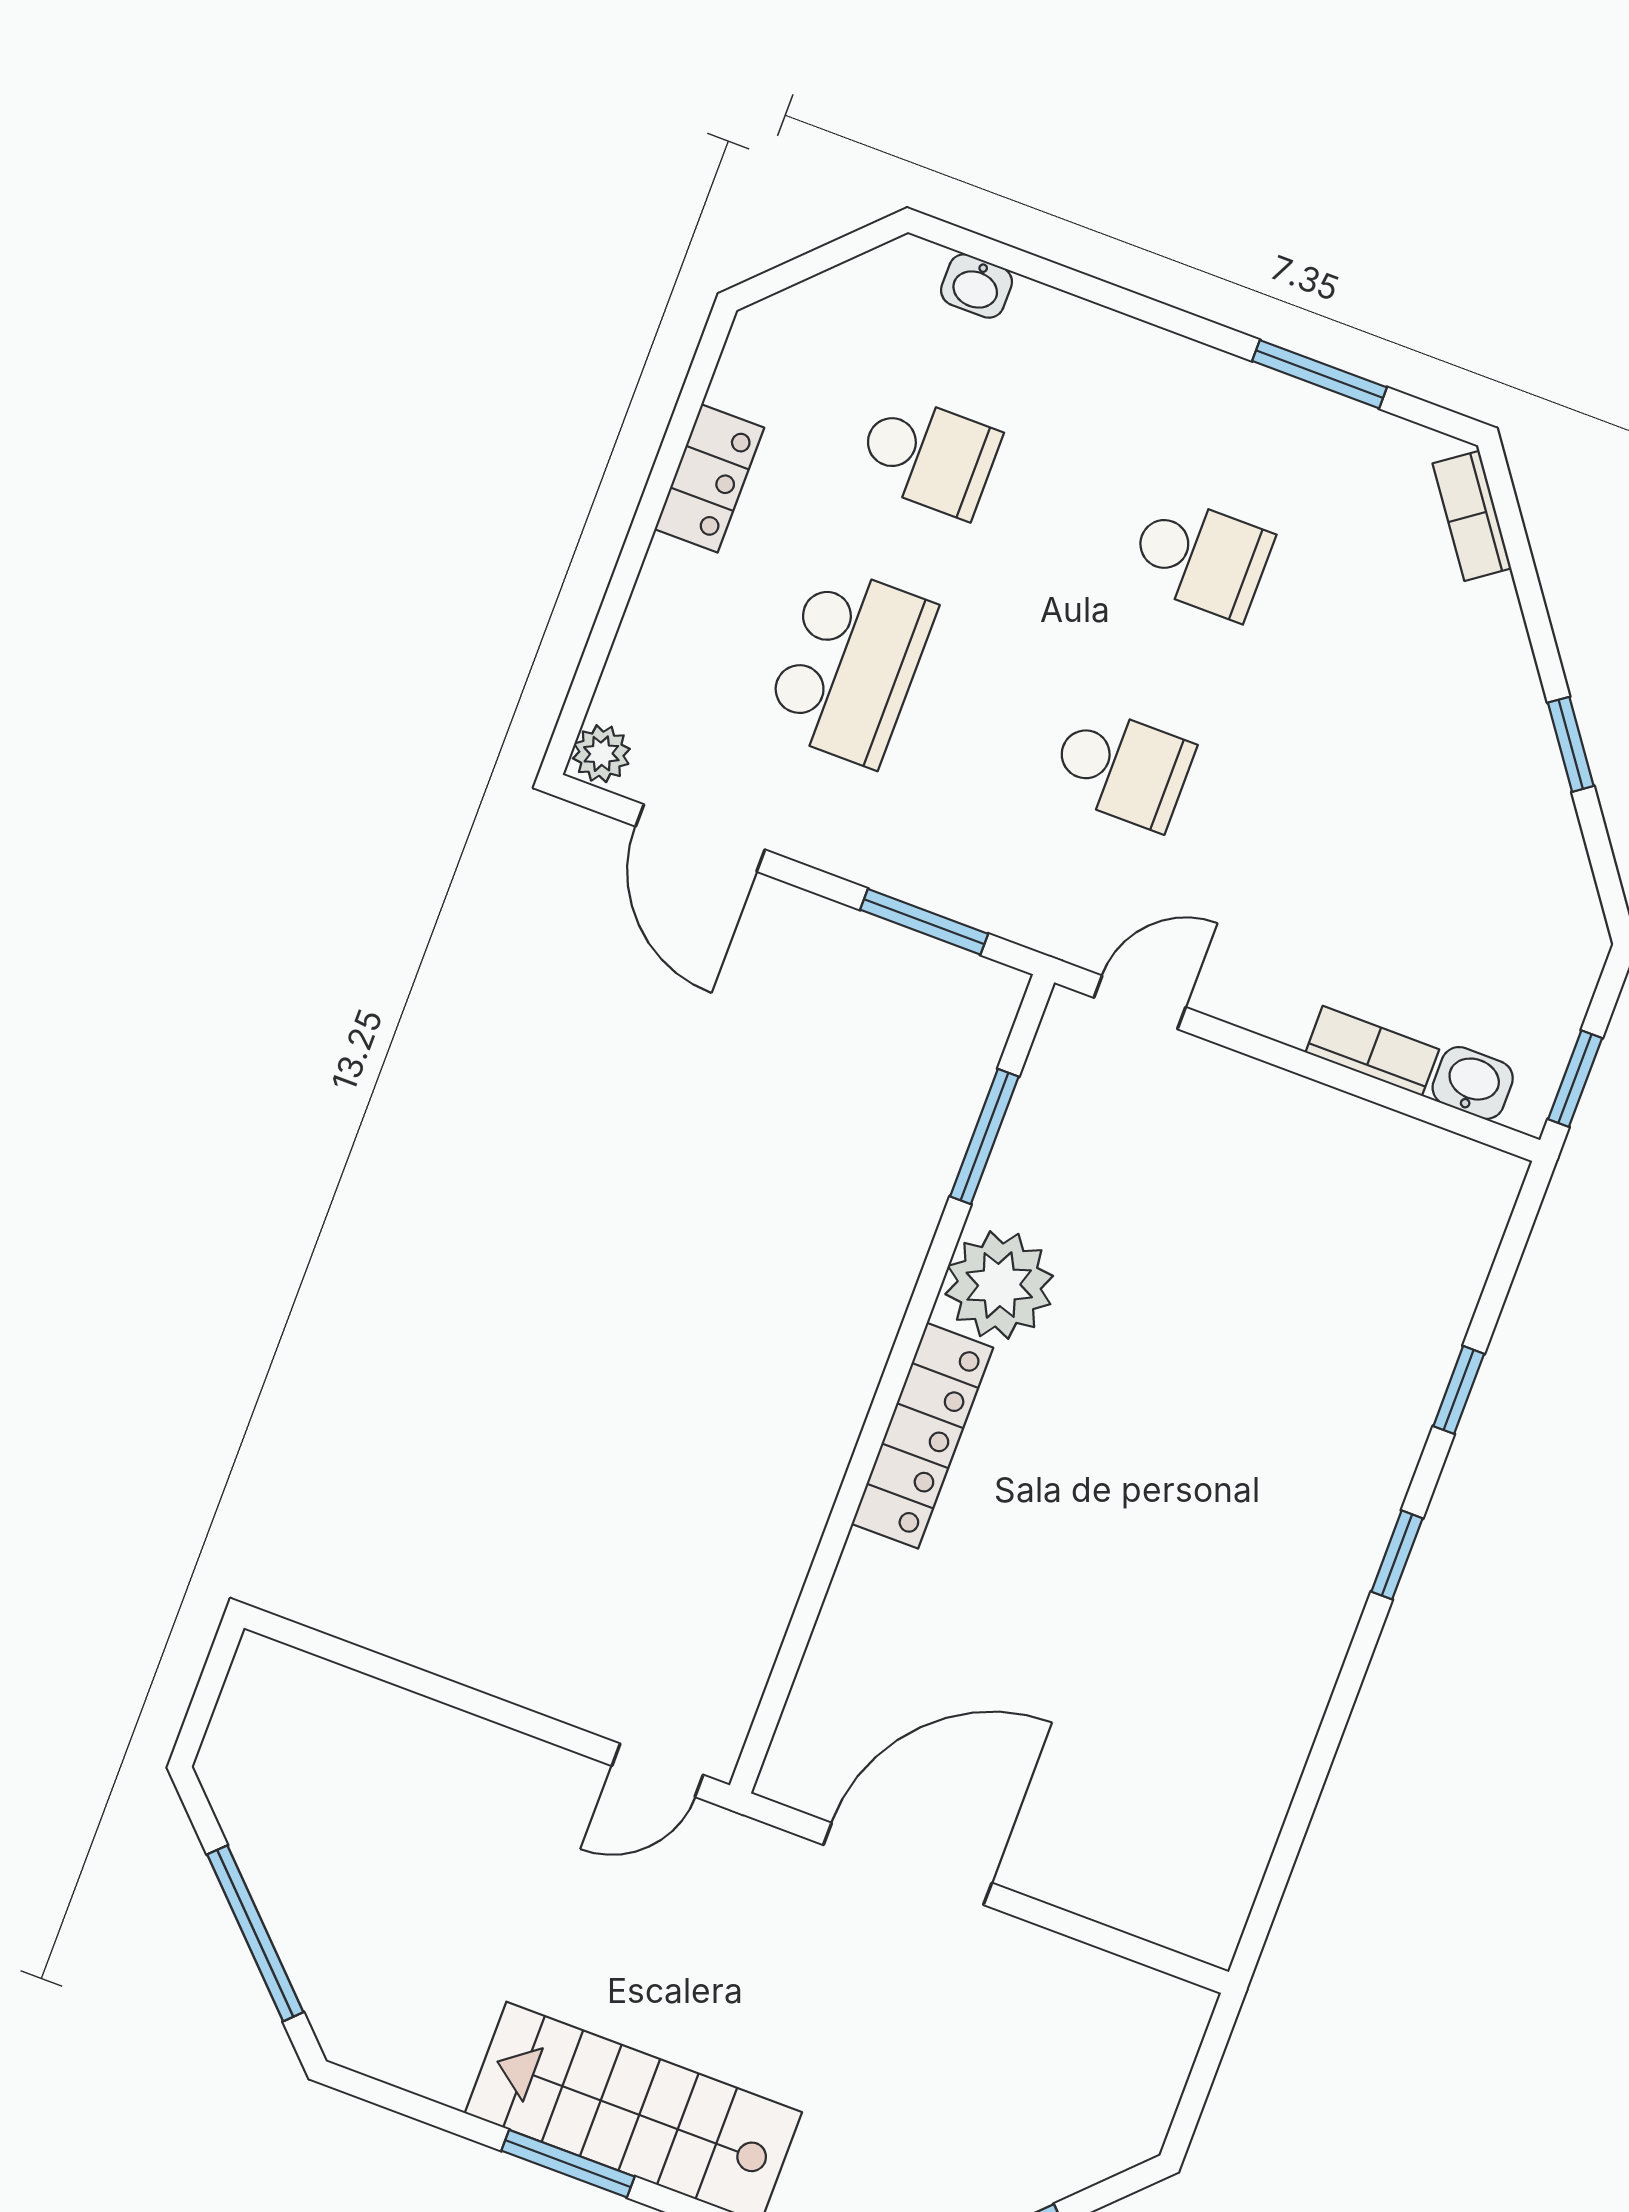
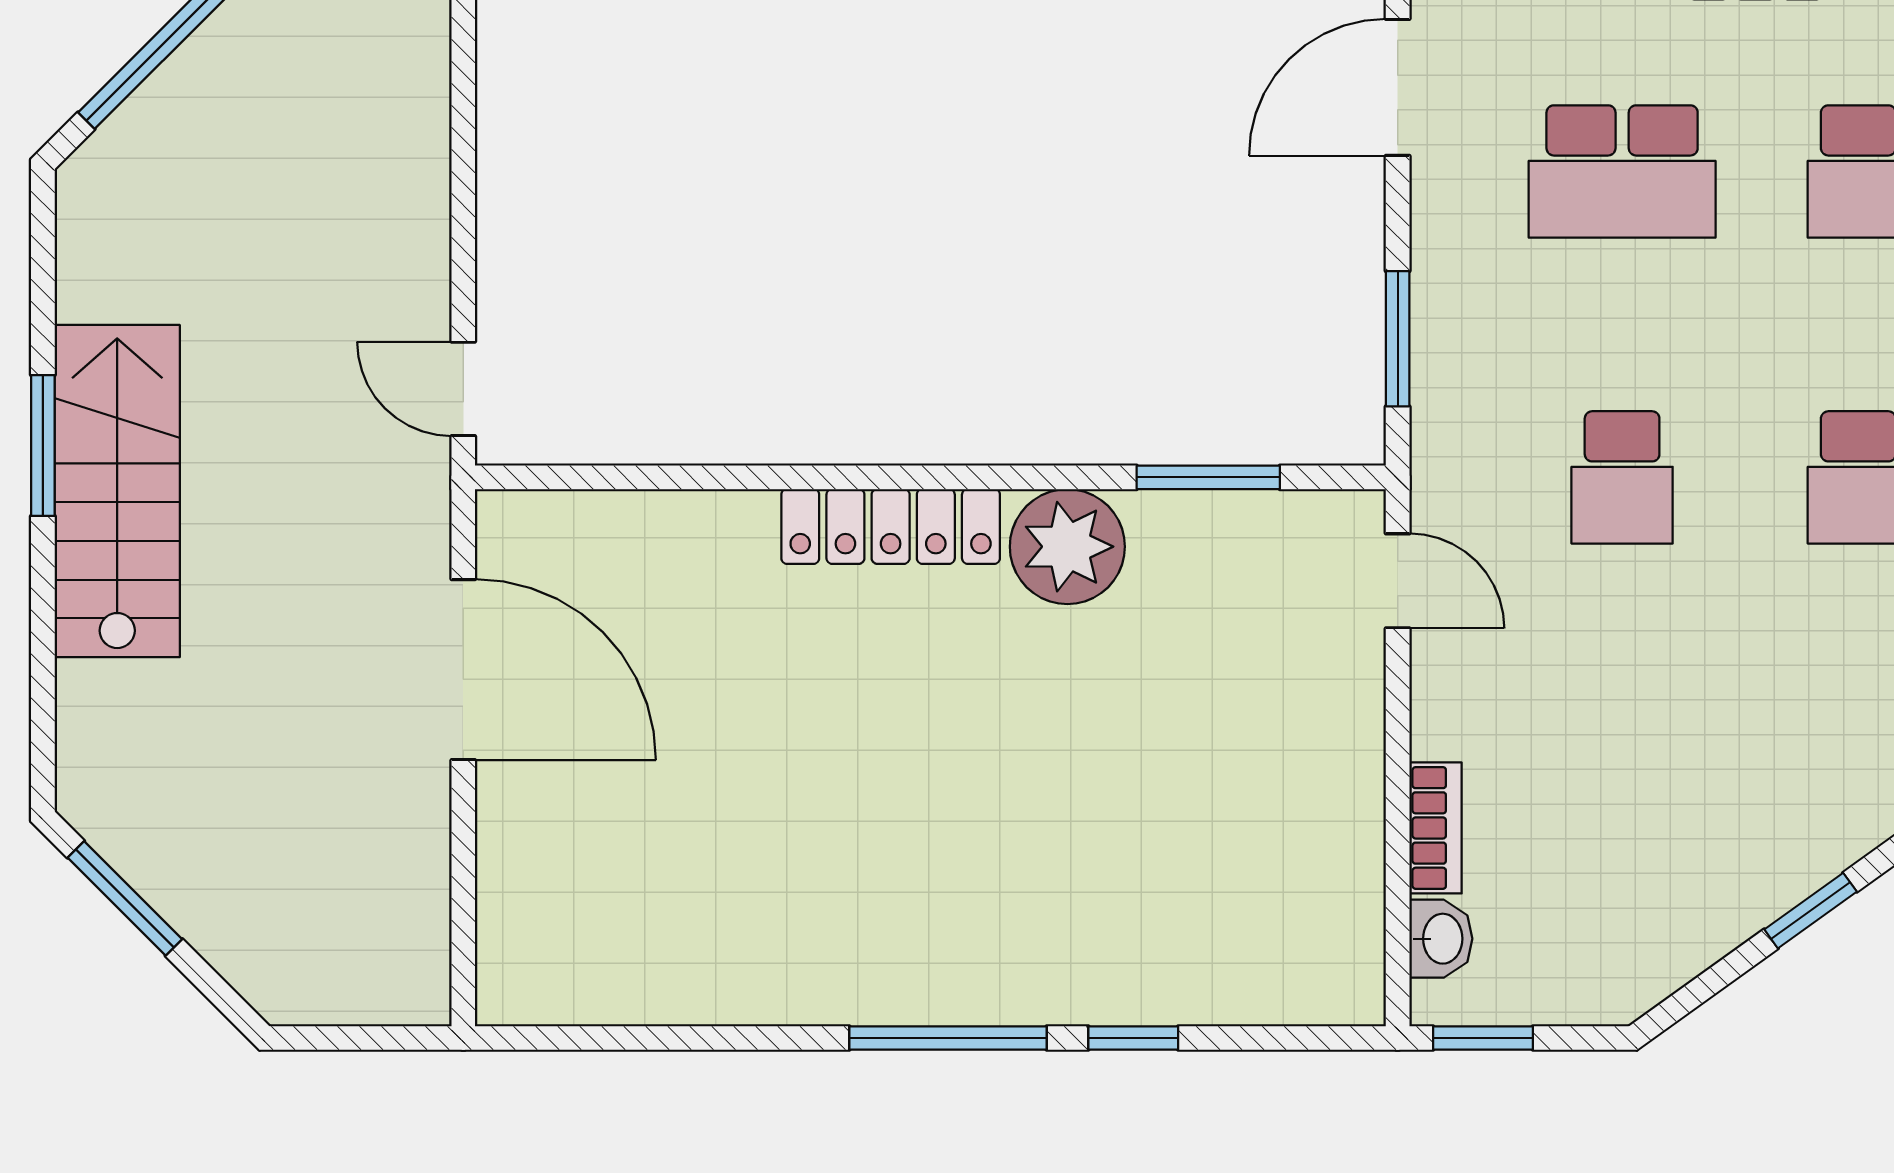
window: (1397, 1555) -> (948, 1038), width x2.17

